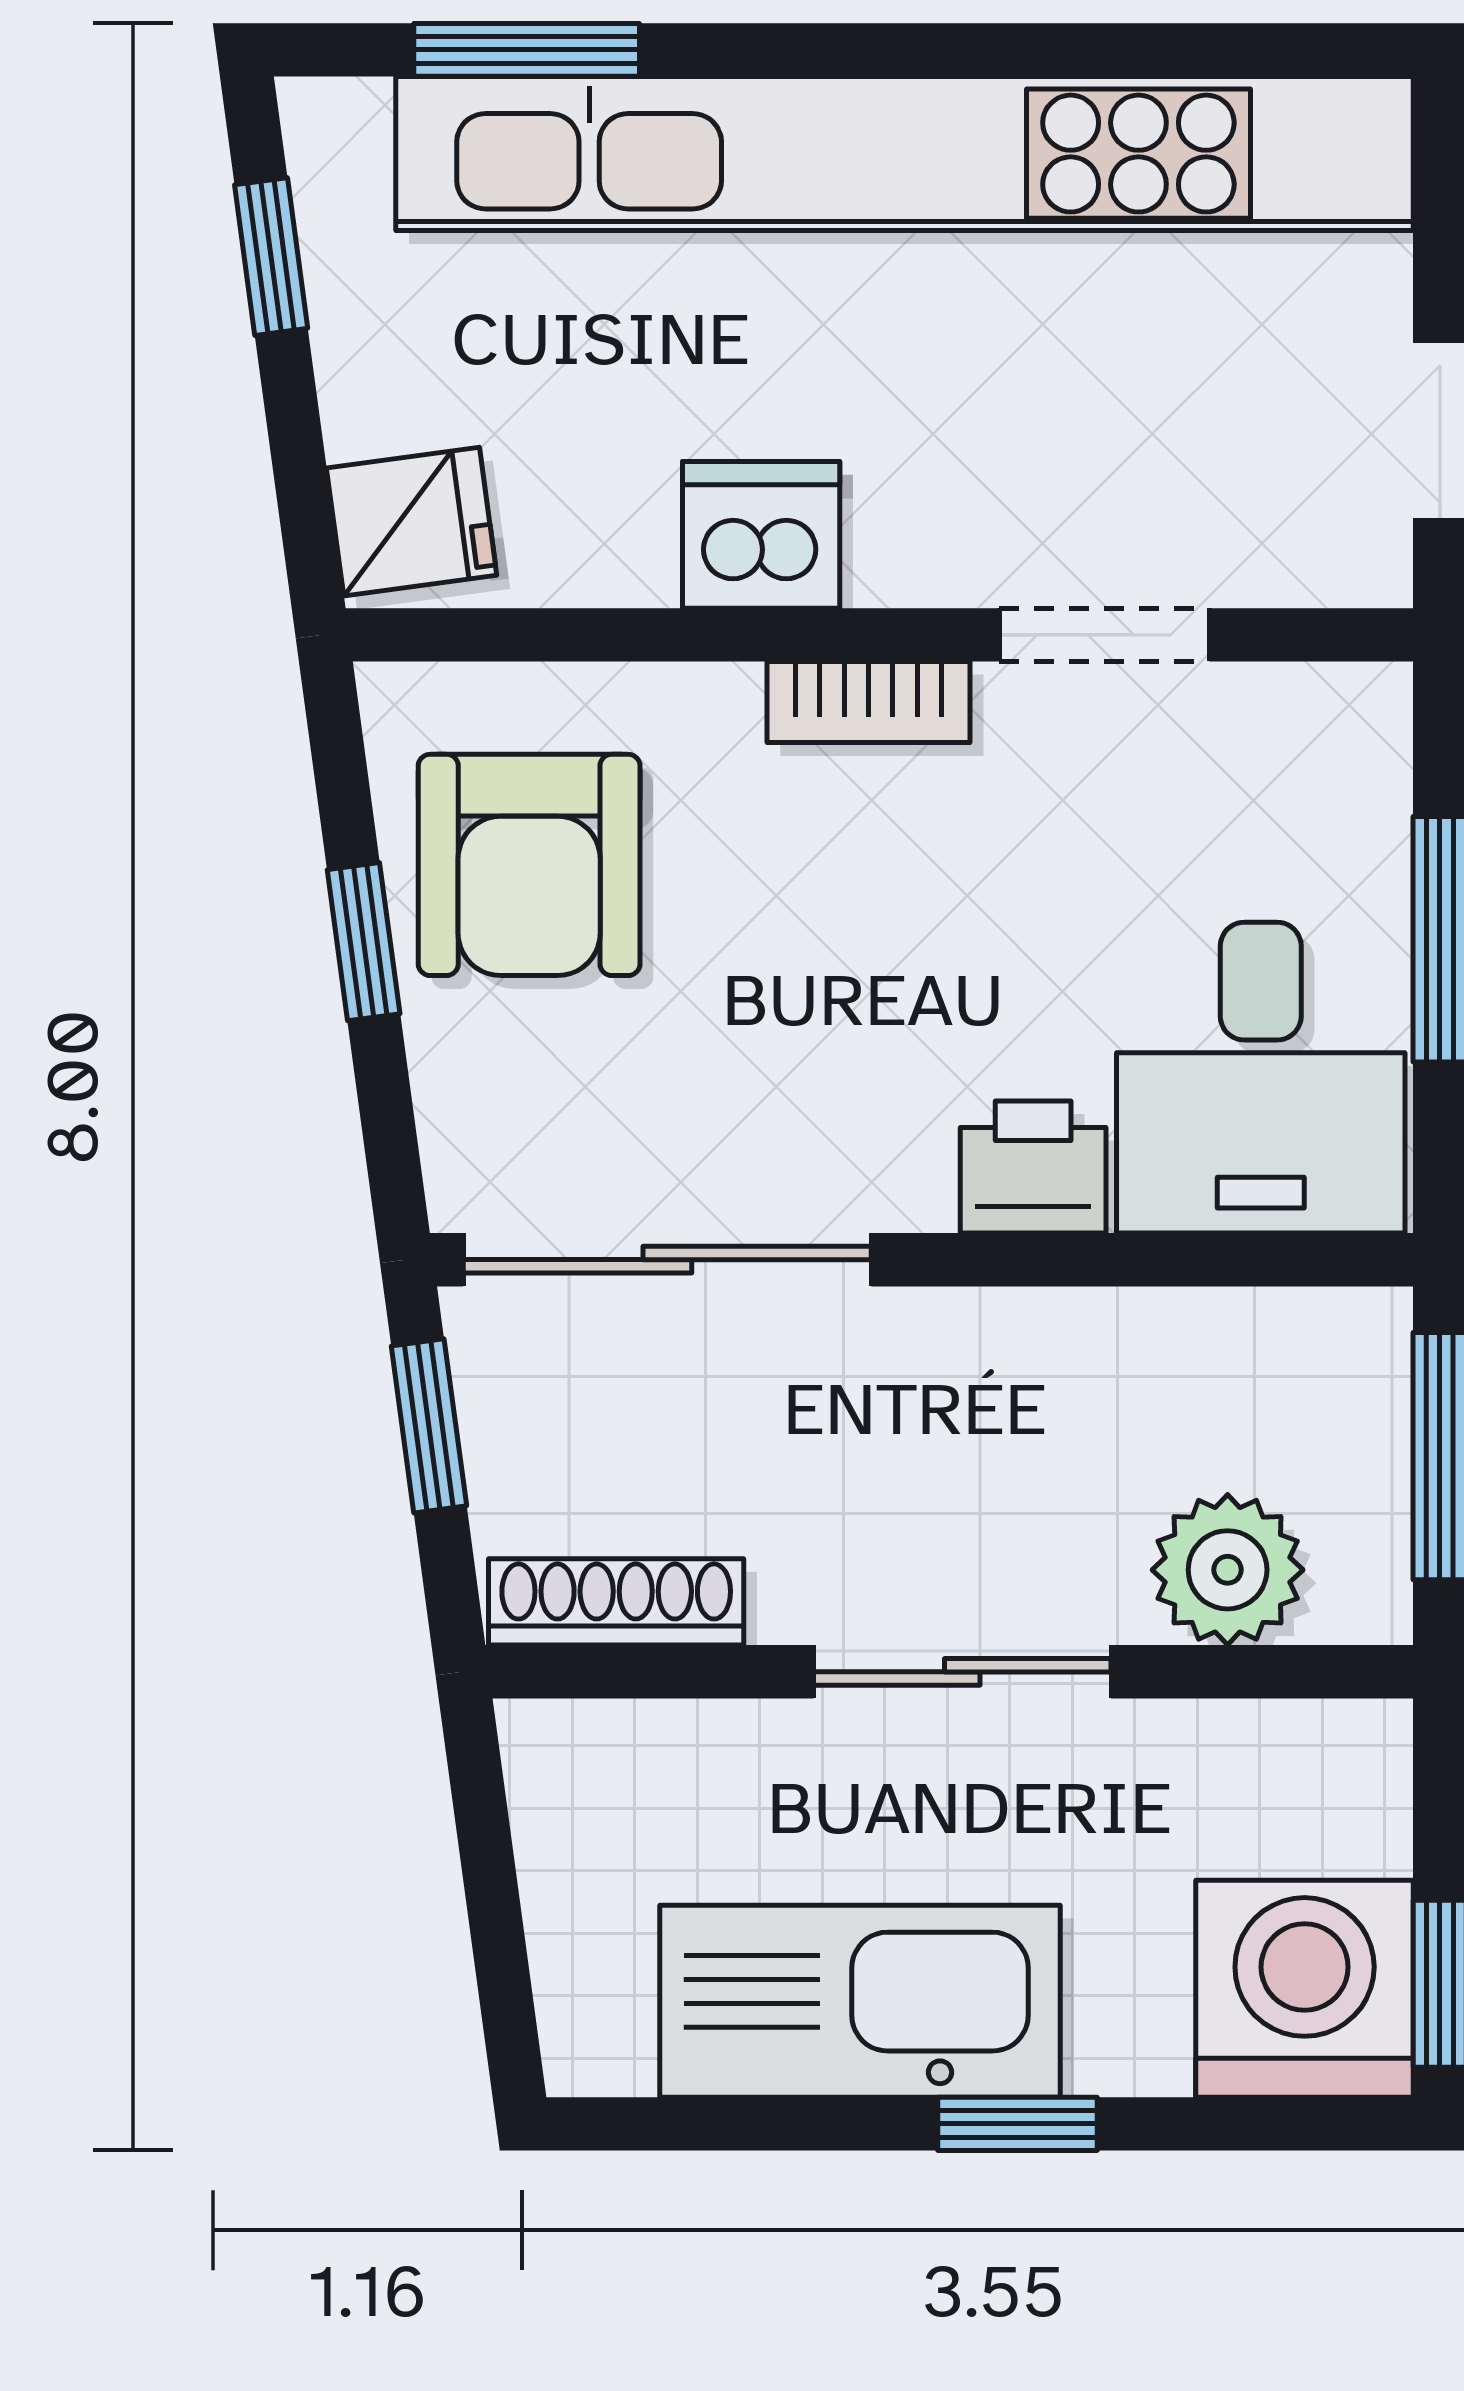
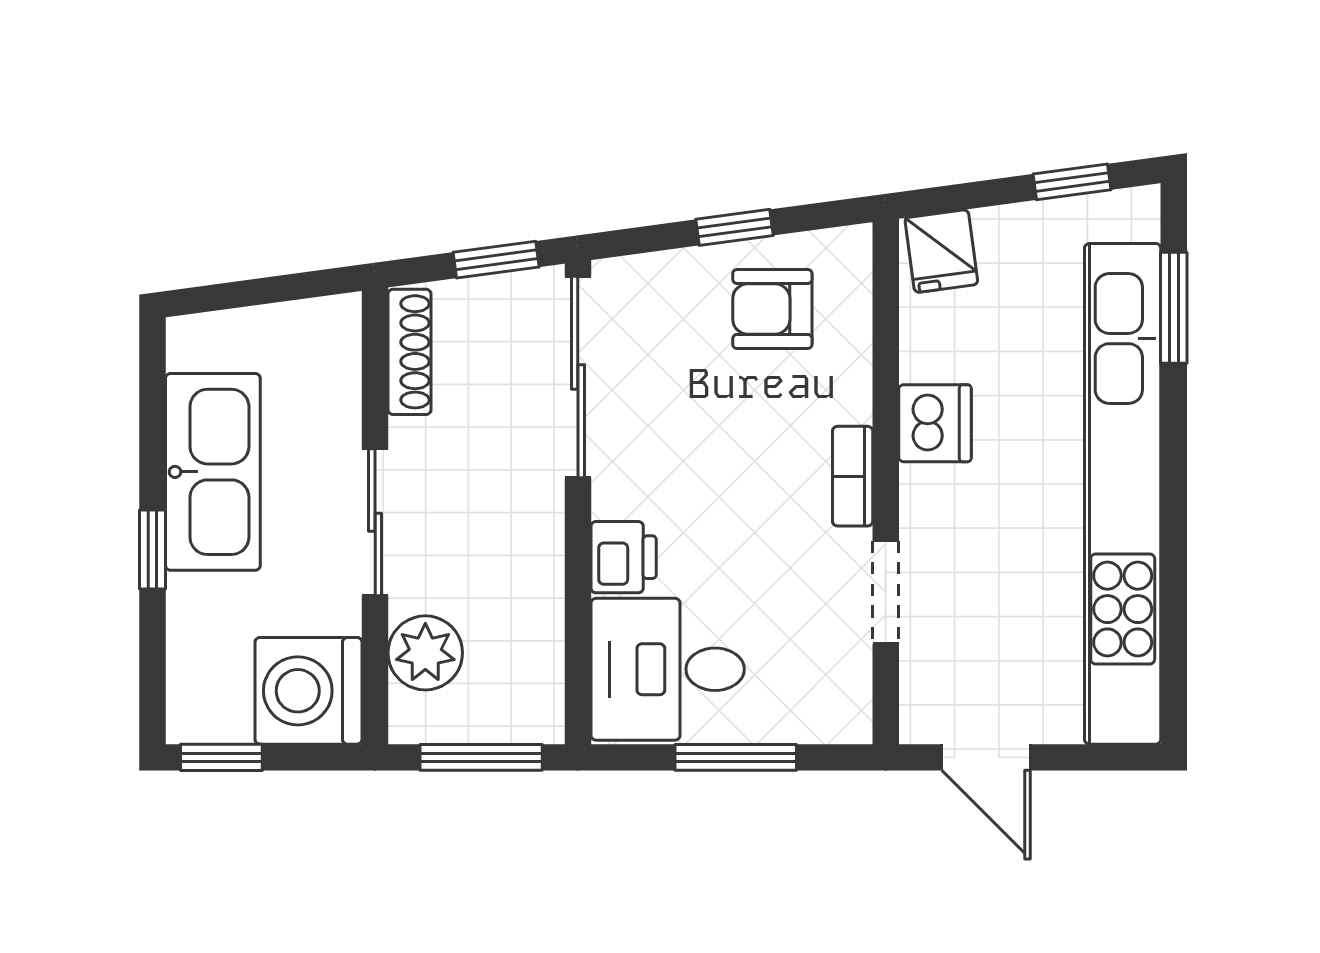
armchair: (529, 865) -> (772, 309), width x0.72, depth x0.72
washing machine: (1305, 1989) -> (308, 691), moved, turned 180

